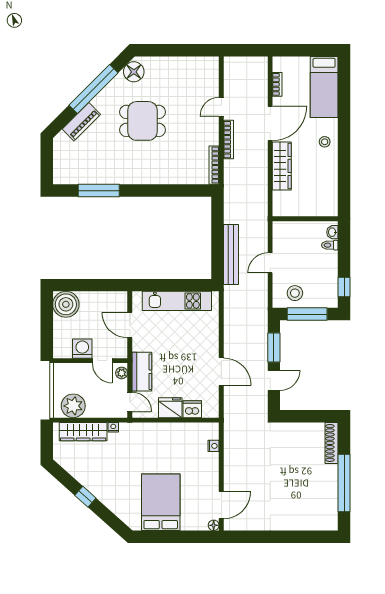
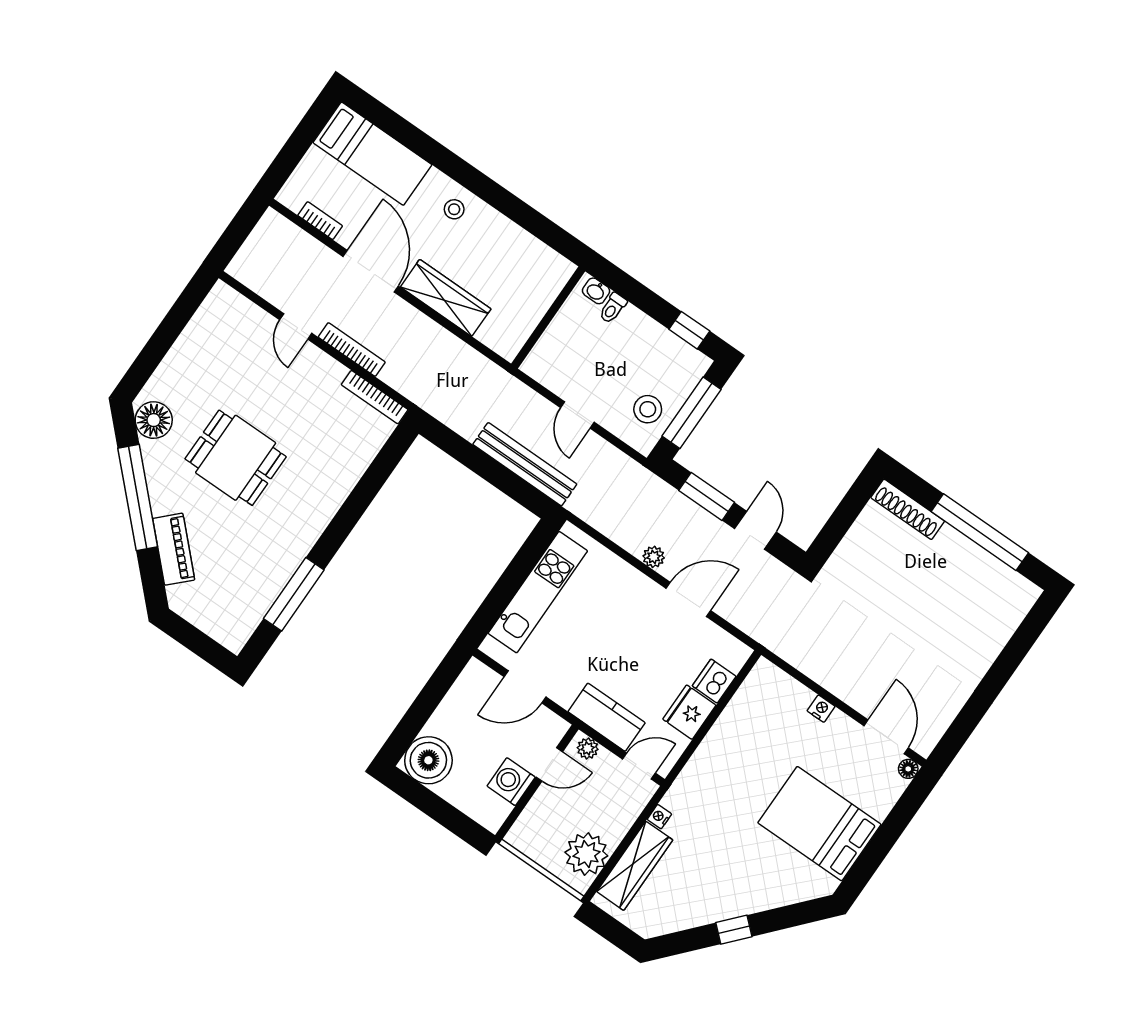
dining table: (143, 121) -> (236, 458), turned 90
plant: (230, 342) -> (654, 557), added
nightstand: (214, 446) -> (821, 709), moved

